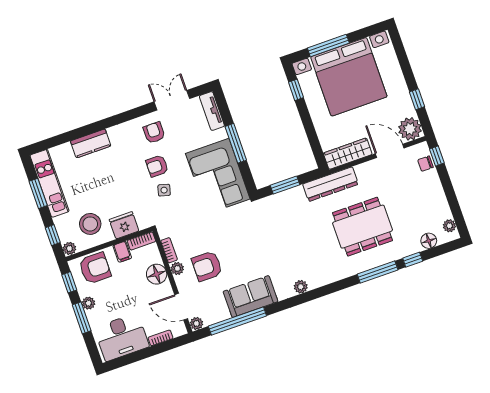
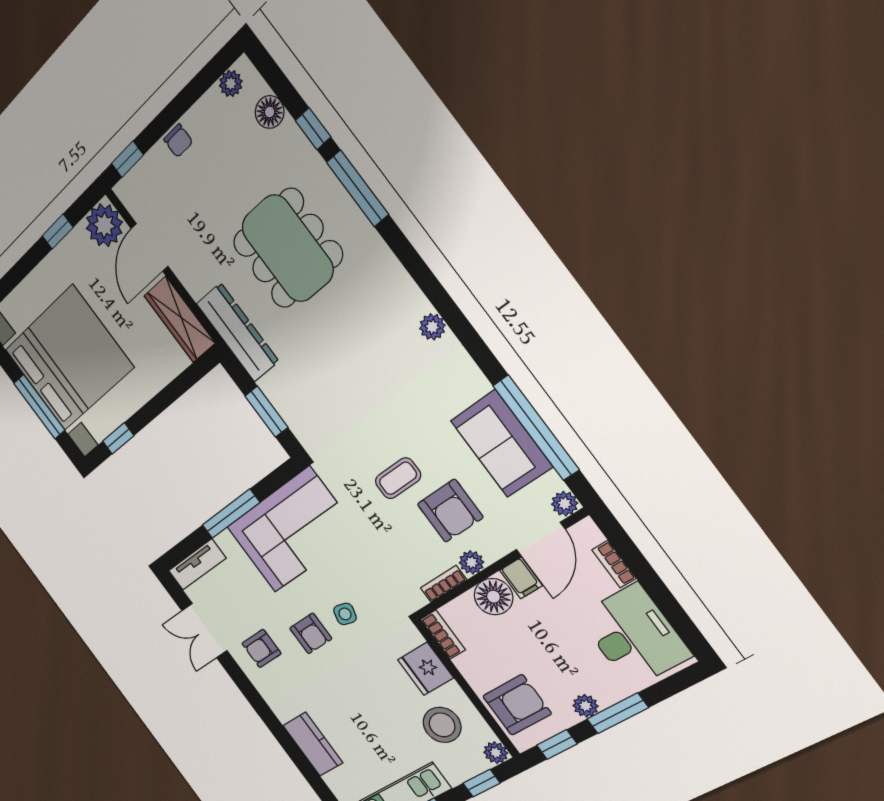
chair: (425, 164) -> (178, 141), moved
coffee table: (231, 245) -> (398, 478), added
filing cabinet: (122, 252) -> (521, 578), moved, turned 90
armchair: (95, 268) -> (517, 705), turned 90
sofa: (251, 297) -> (501, 444), moved

